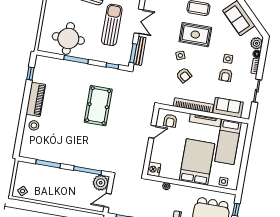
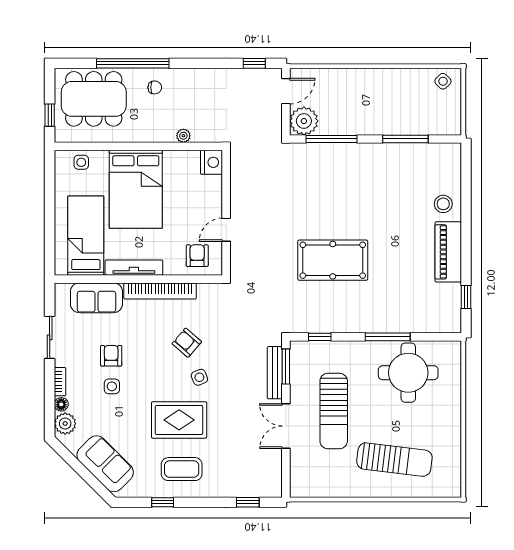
pool table: (98, 106) -> (333, 260), turned 90

